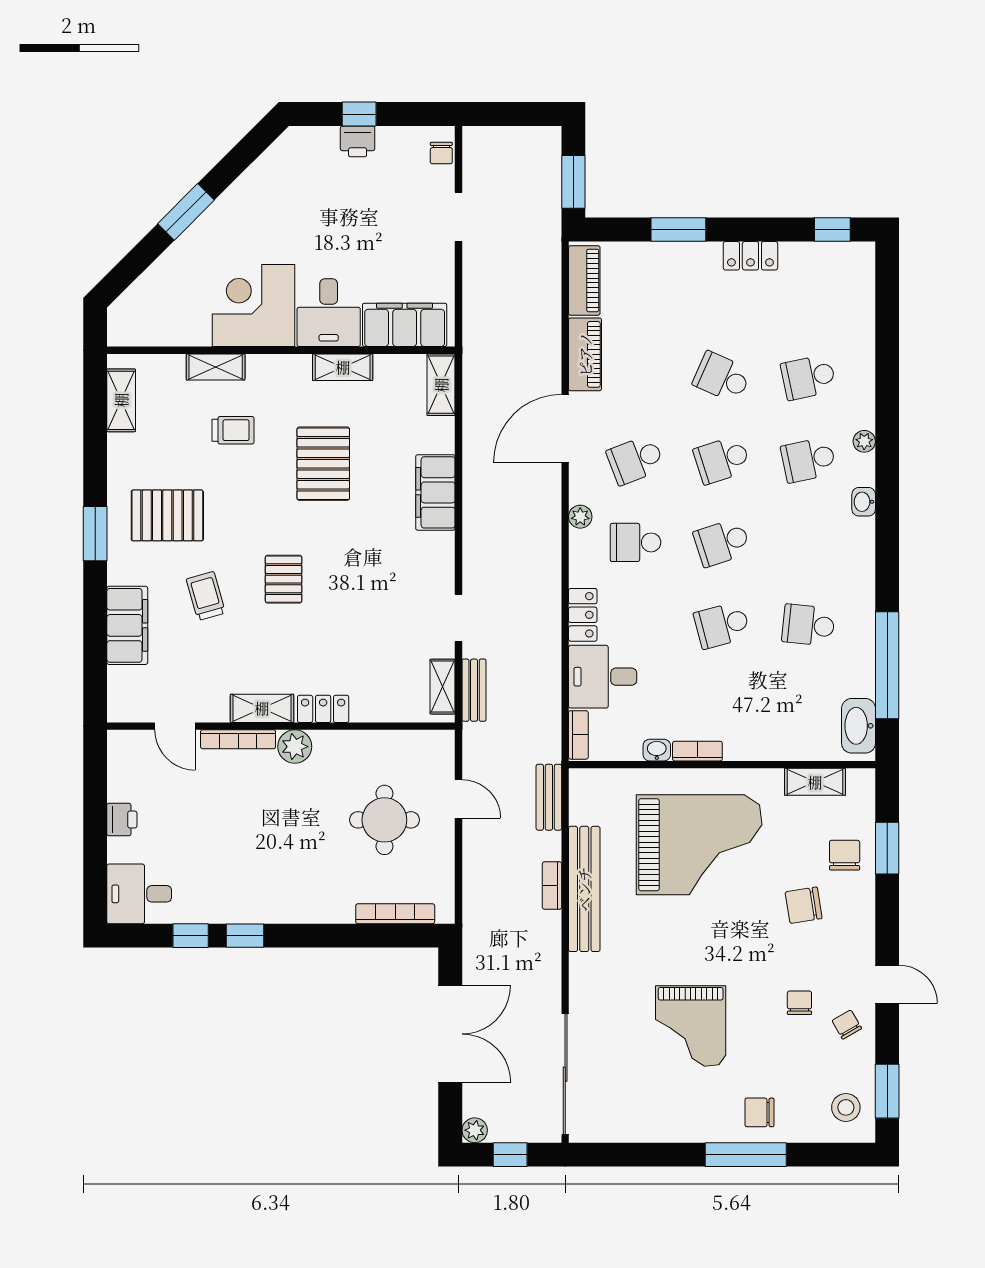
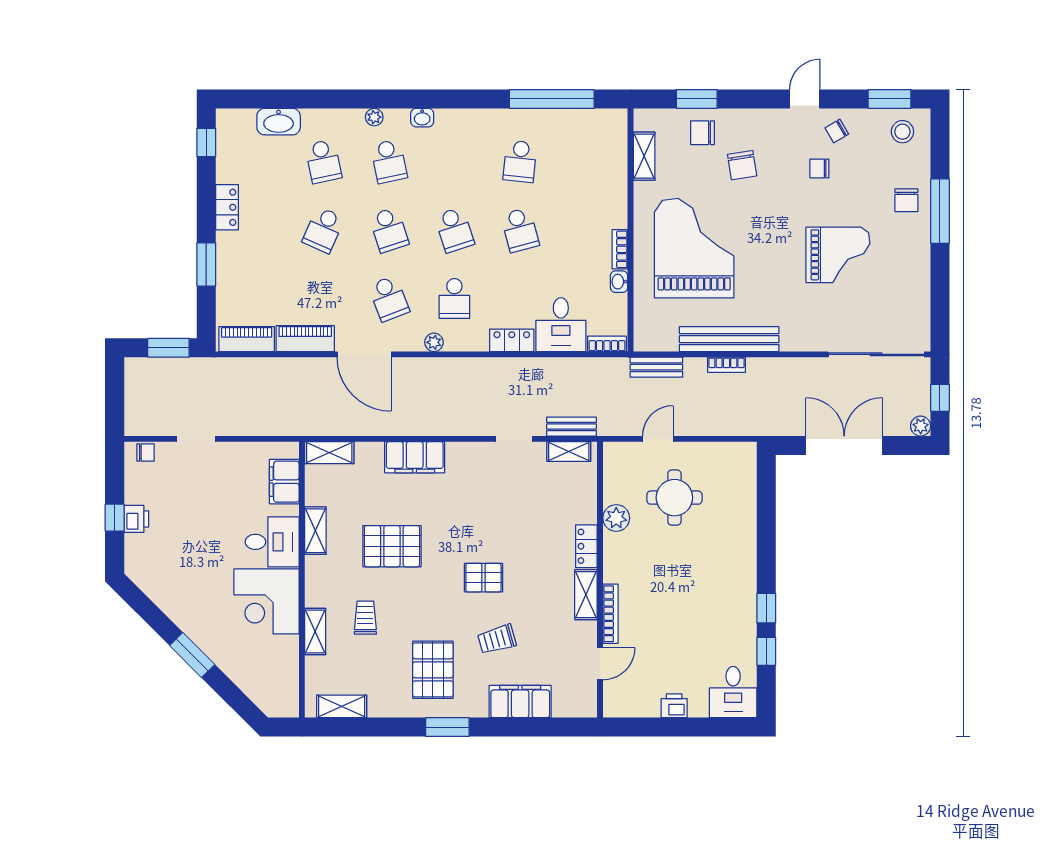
filing cabinet: (405, 325) -> (284, 482), width x0.67, depth x0.86
washbasin: (858, 726) -> (279, 122), moved
plant: (295, 747) -> (616, 518), moved
bookcase: (395, 914) -> (749, 489), removed

